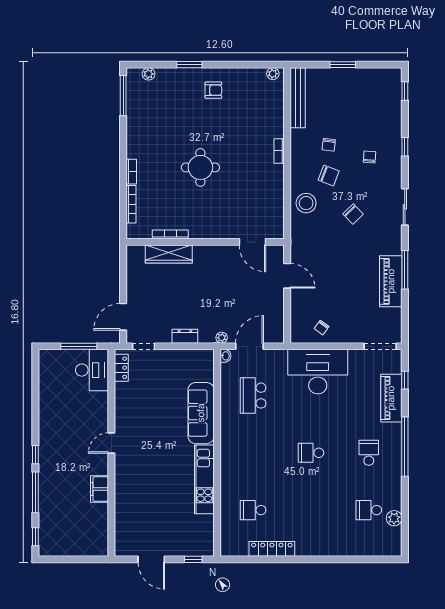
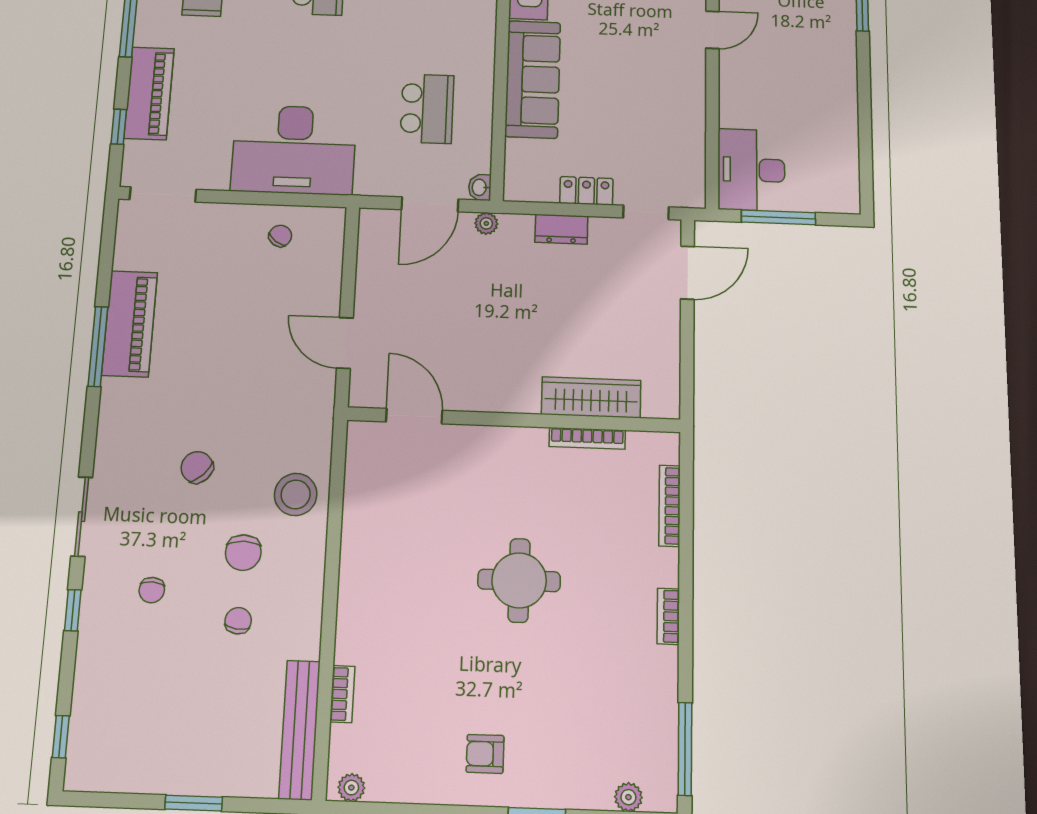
bookcase: (279, 151) -> (342, 694), moved
bookcase: (131, 172) -> (668, 616), moved
chair: (329, 175) -> (243, 553), turned -111
sliding door: (405, 207) -> (82, 517), moved
locker: (121, 368) -> (586, 191), moved, turned 90

